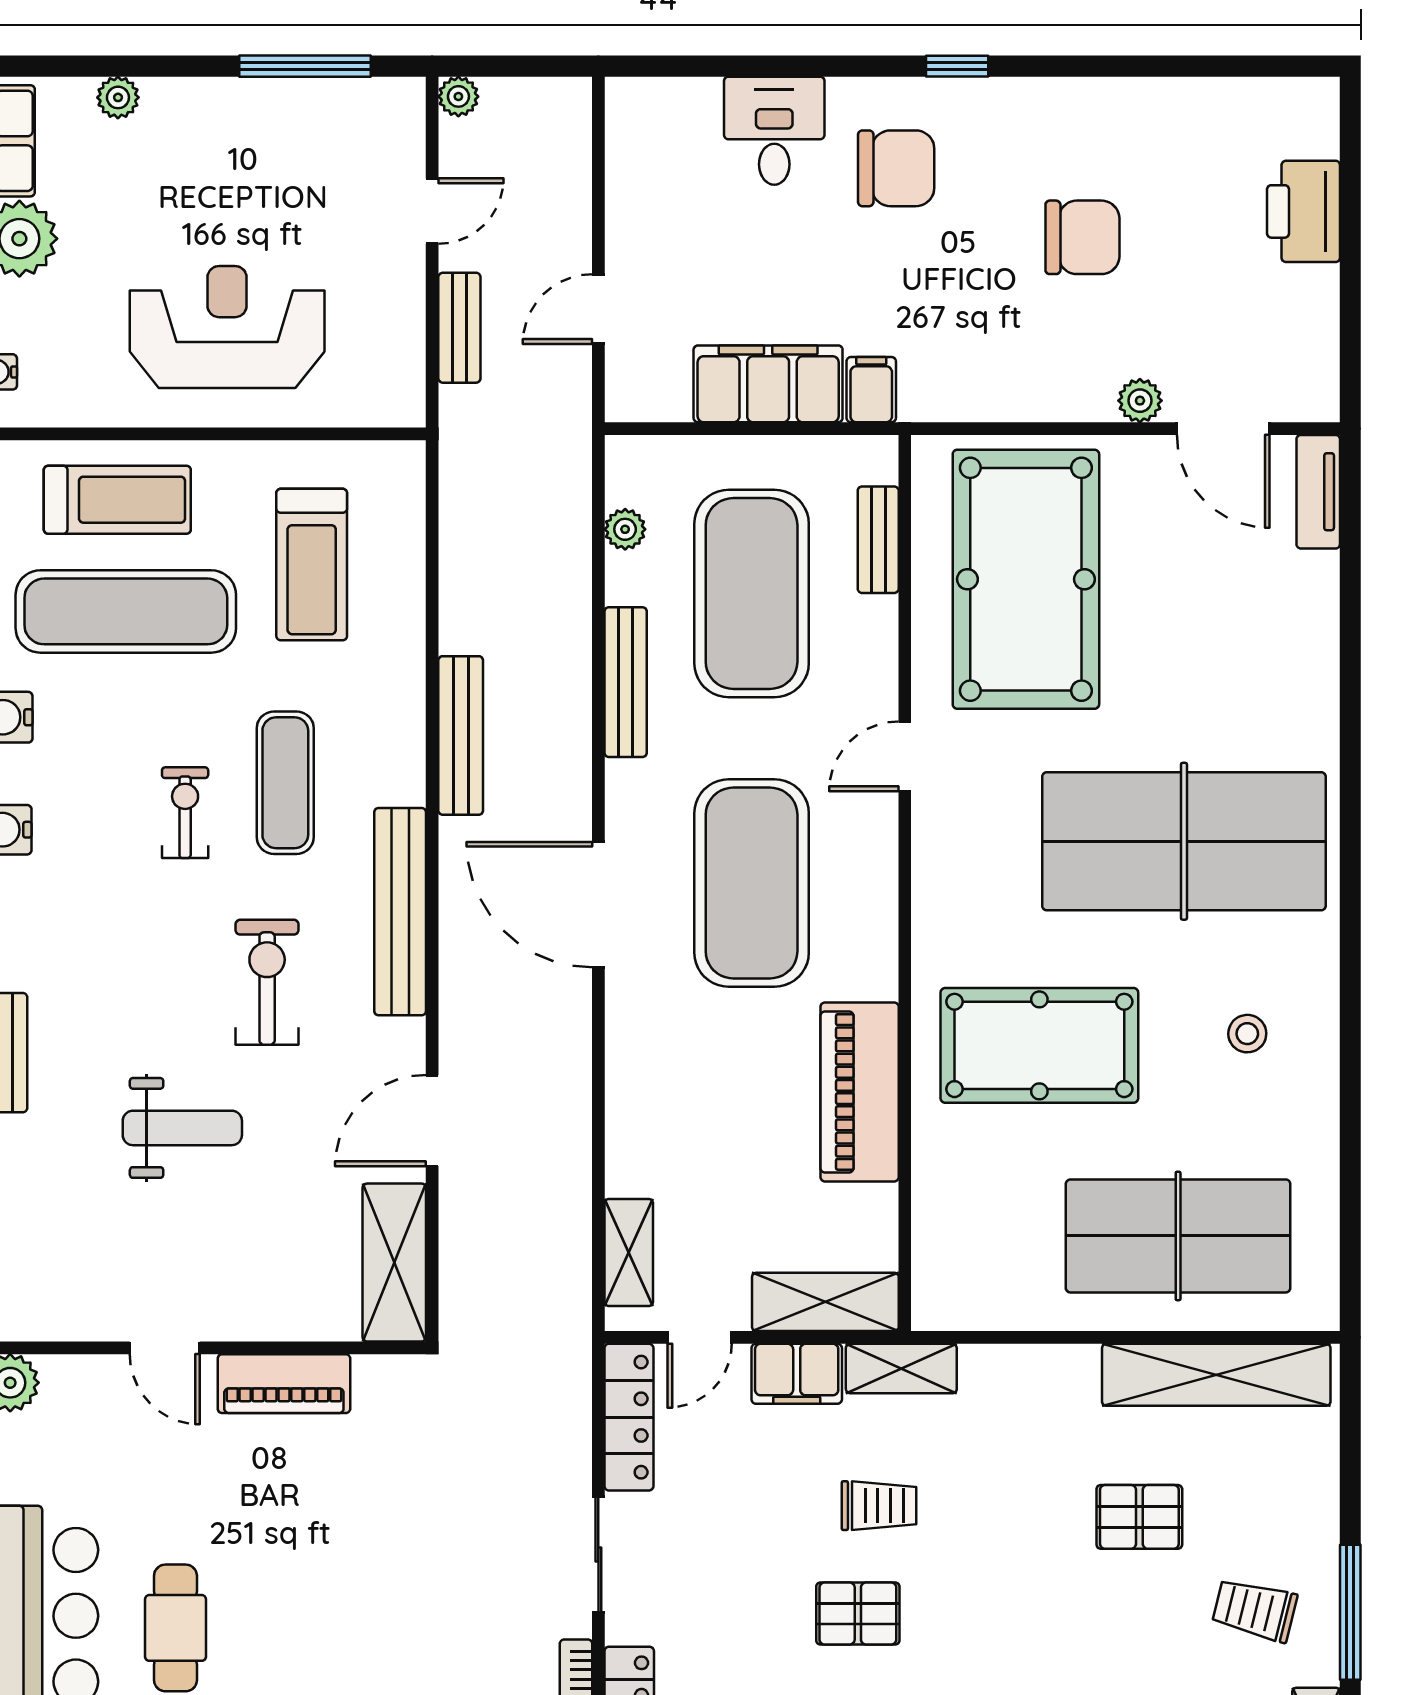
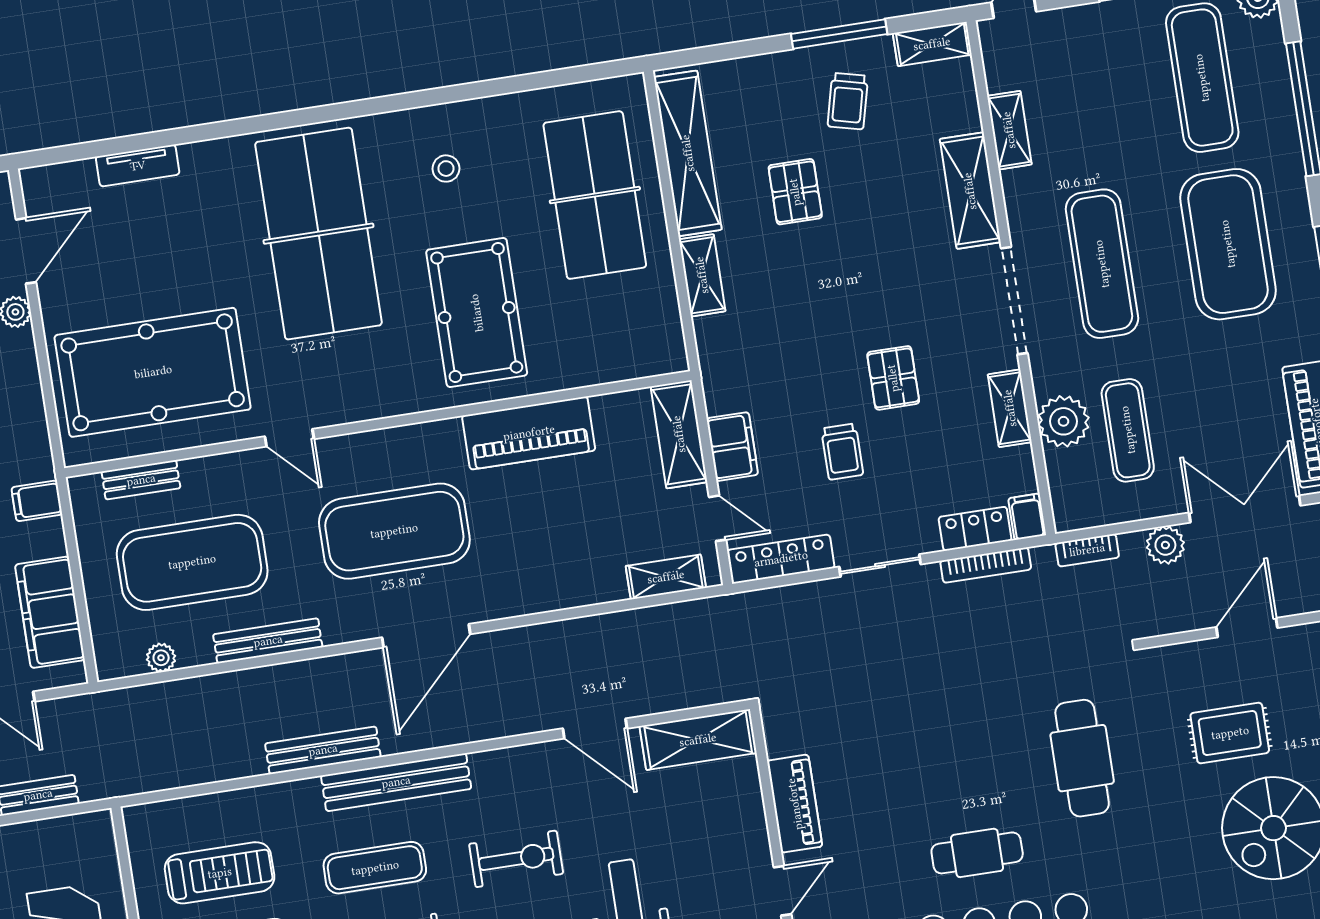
filing cabinet: (768, 384) -> (50, 612), moved
tv unit: (1318, 492) -> (138, 166), moved
bench: (400, 912) -> (396, 782), moved
exercise bike: (267, 982) -> (516, 859), turned 180
shelving: (901, 1369) -> (702, 275), moved
trolley: (879, 1506) -> (842, 452), moved, turned 180

